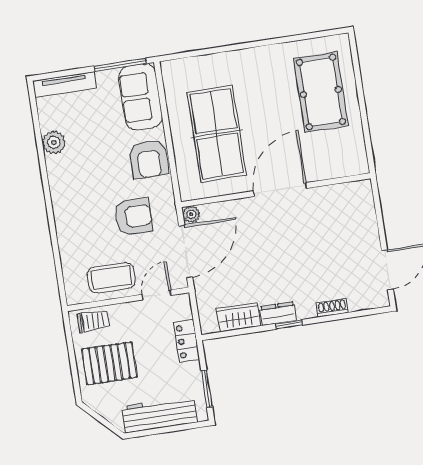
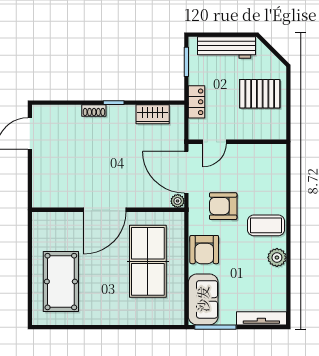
plant: (54, 143) -> (277, 258), moved
armchair: (149, 159) -> (204, 250), turned 180
door: (186, 252) -> (186, 172), hinge flipped
coffee table: (111, 278) -> (266, 225), moved
shoe rack: (332, 308) -> (94, 111), moved
dresser: (278, 314) -> (121, 112), removed
trolley: (93, 321) -> (267, 129), removed

